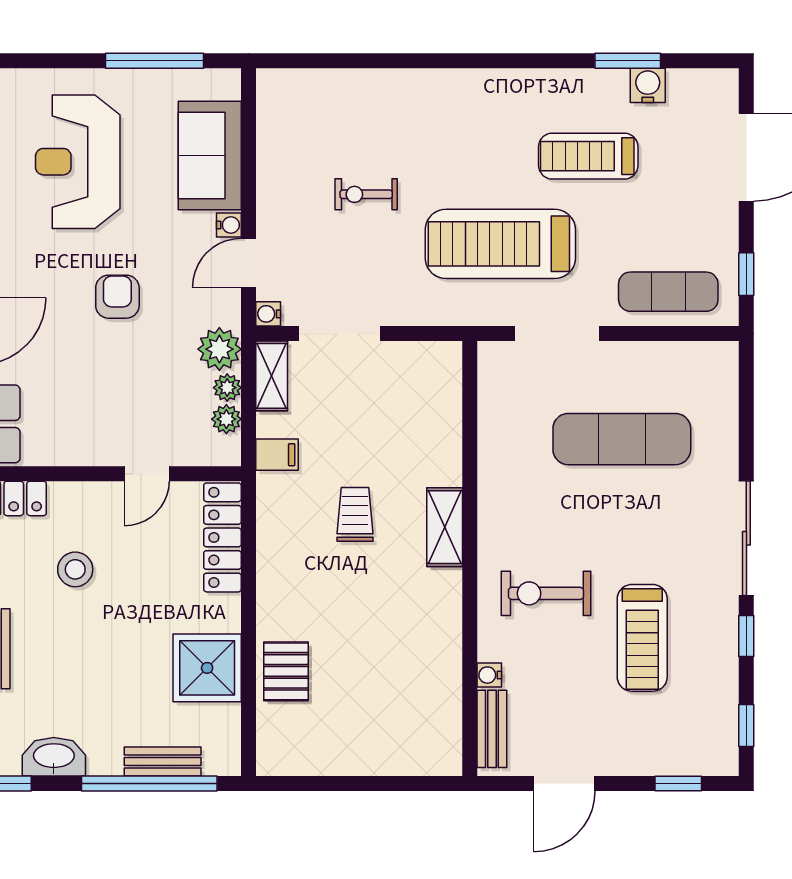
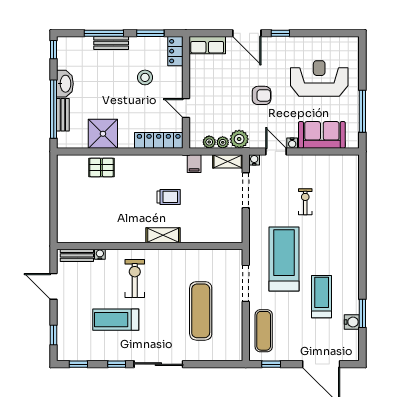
washbasin: (54, 757) -> (65, 84), moved

